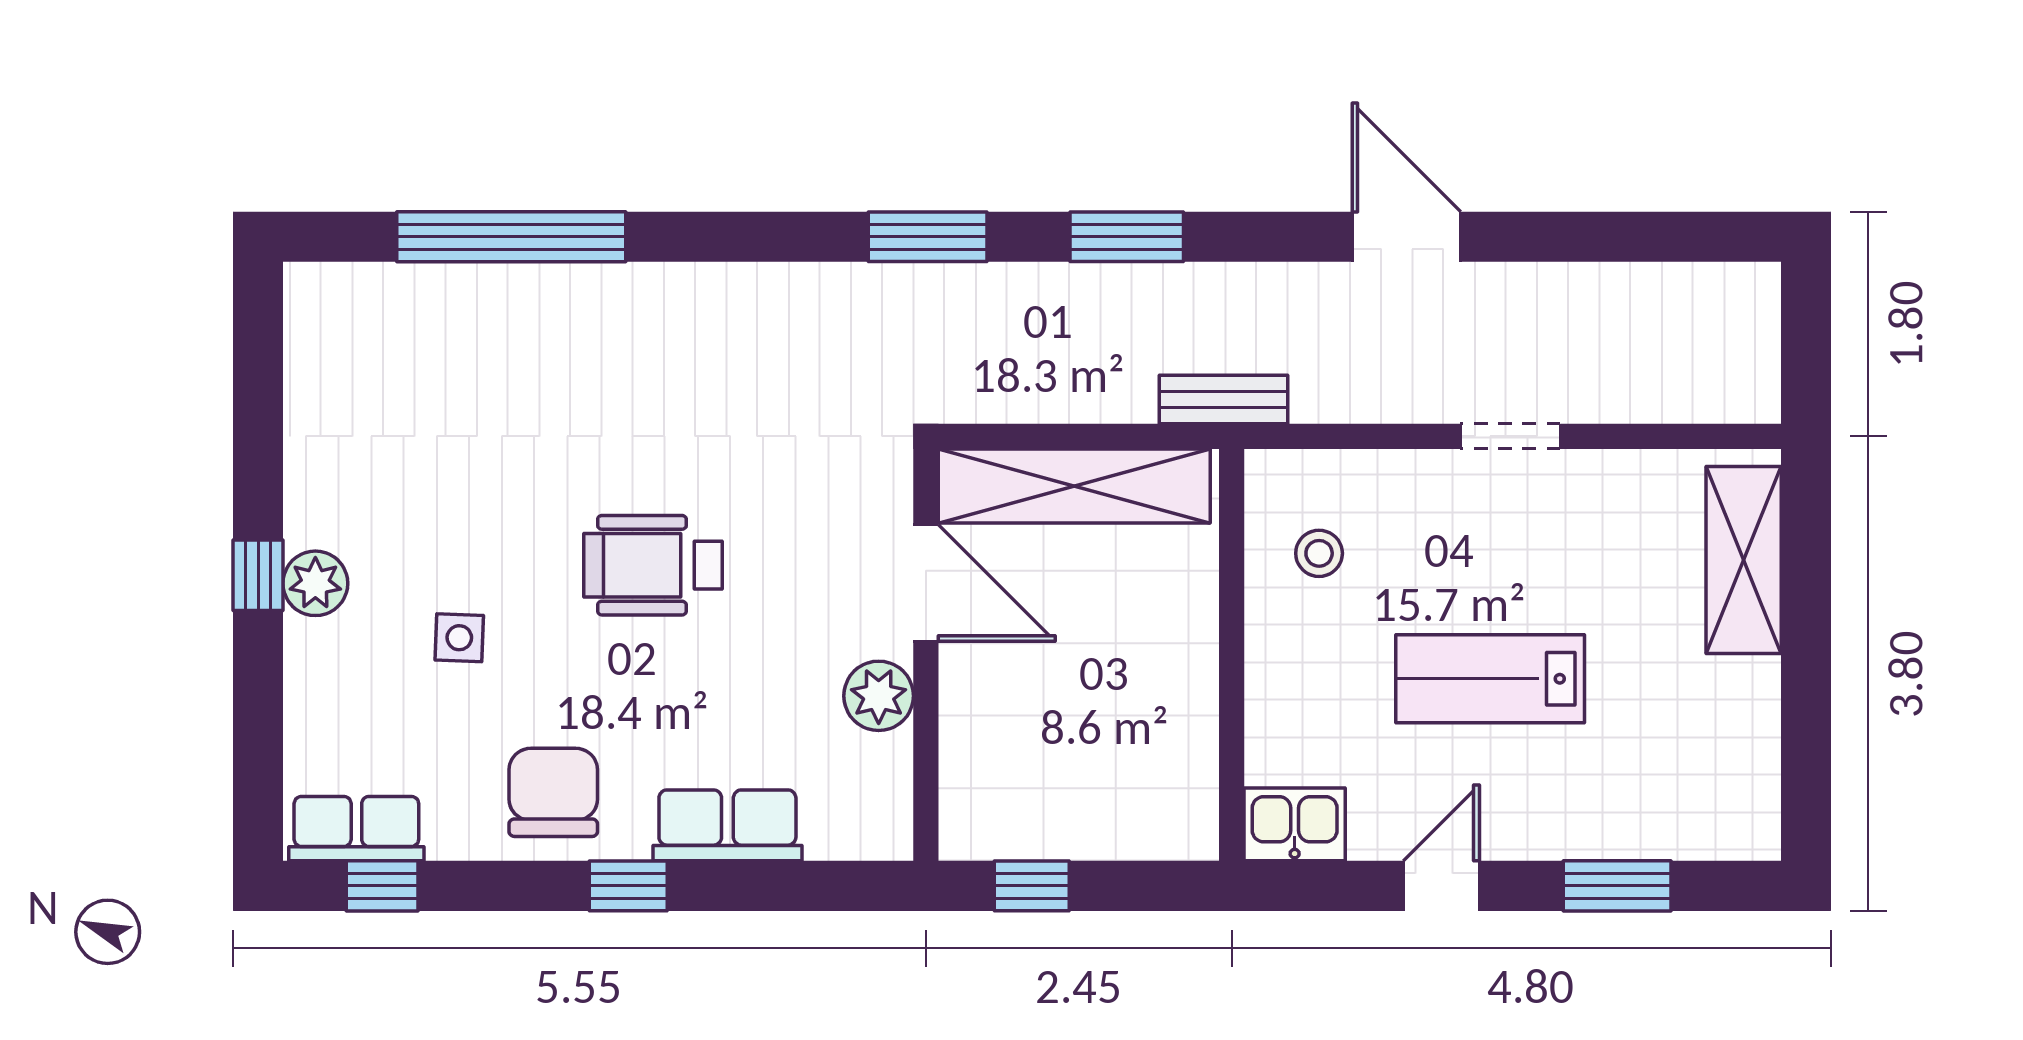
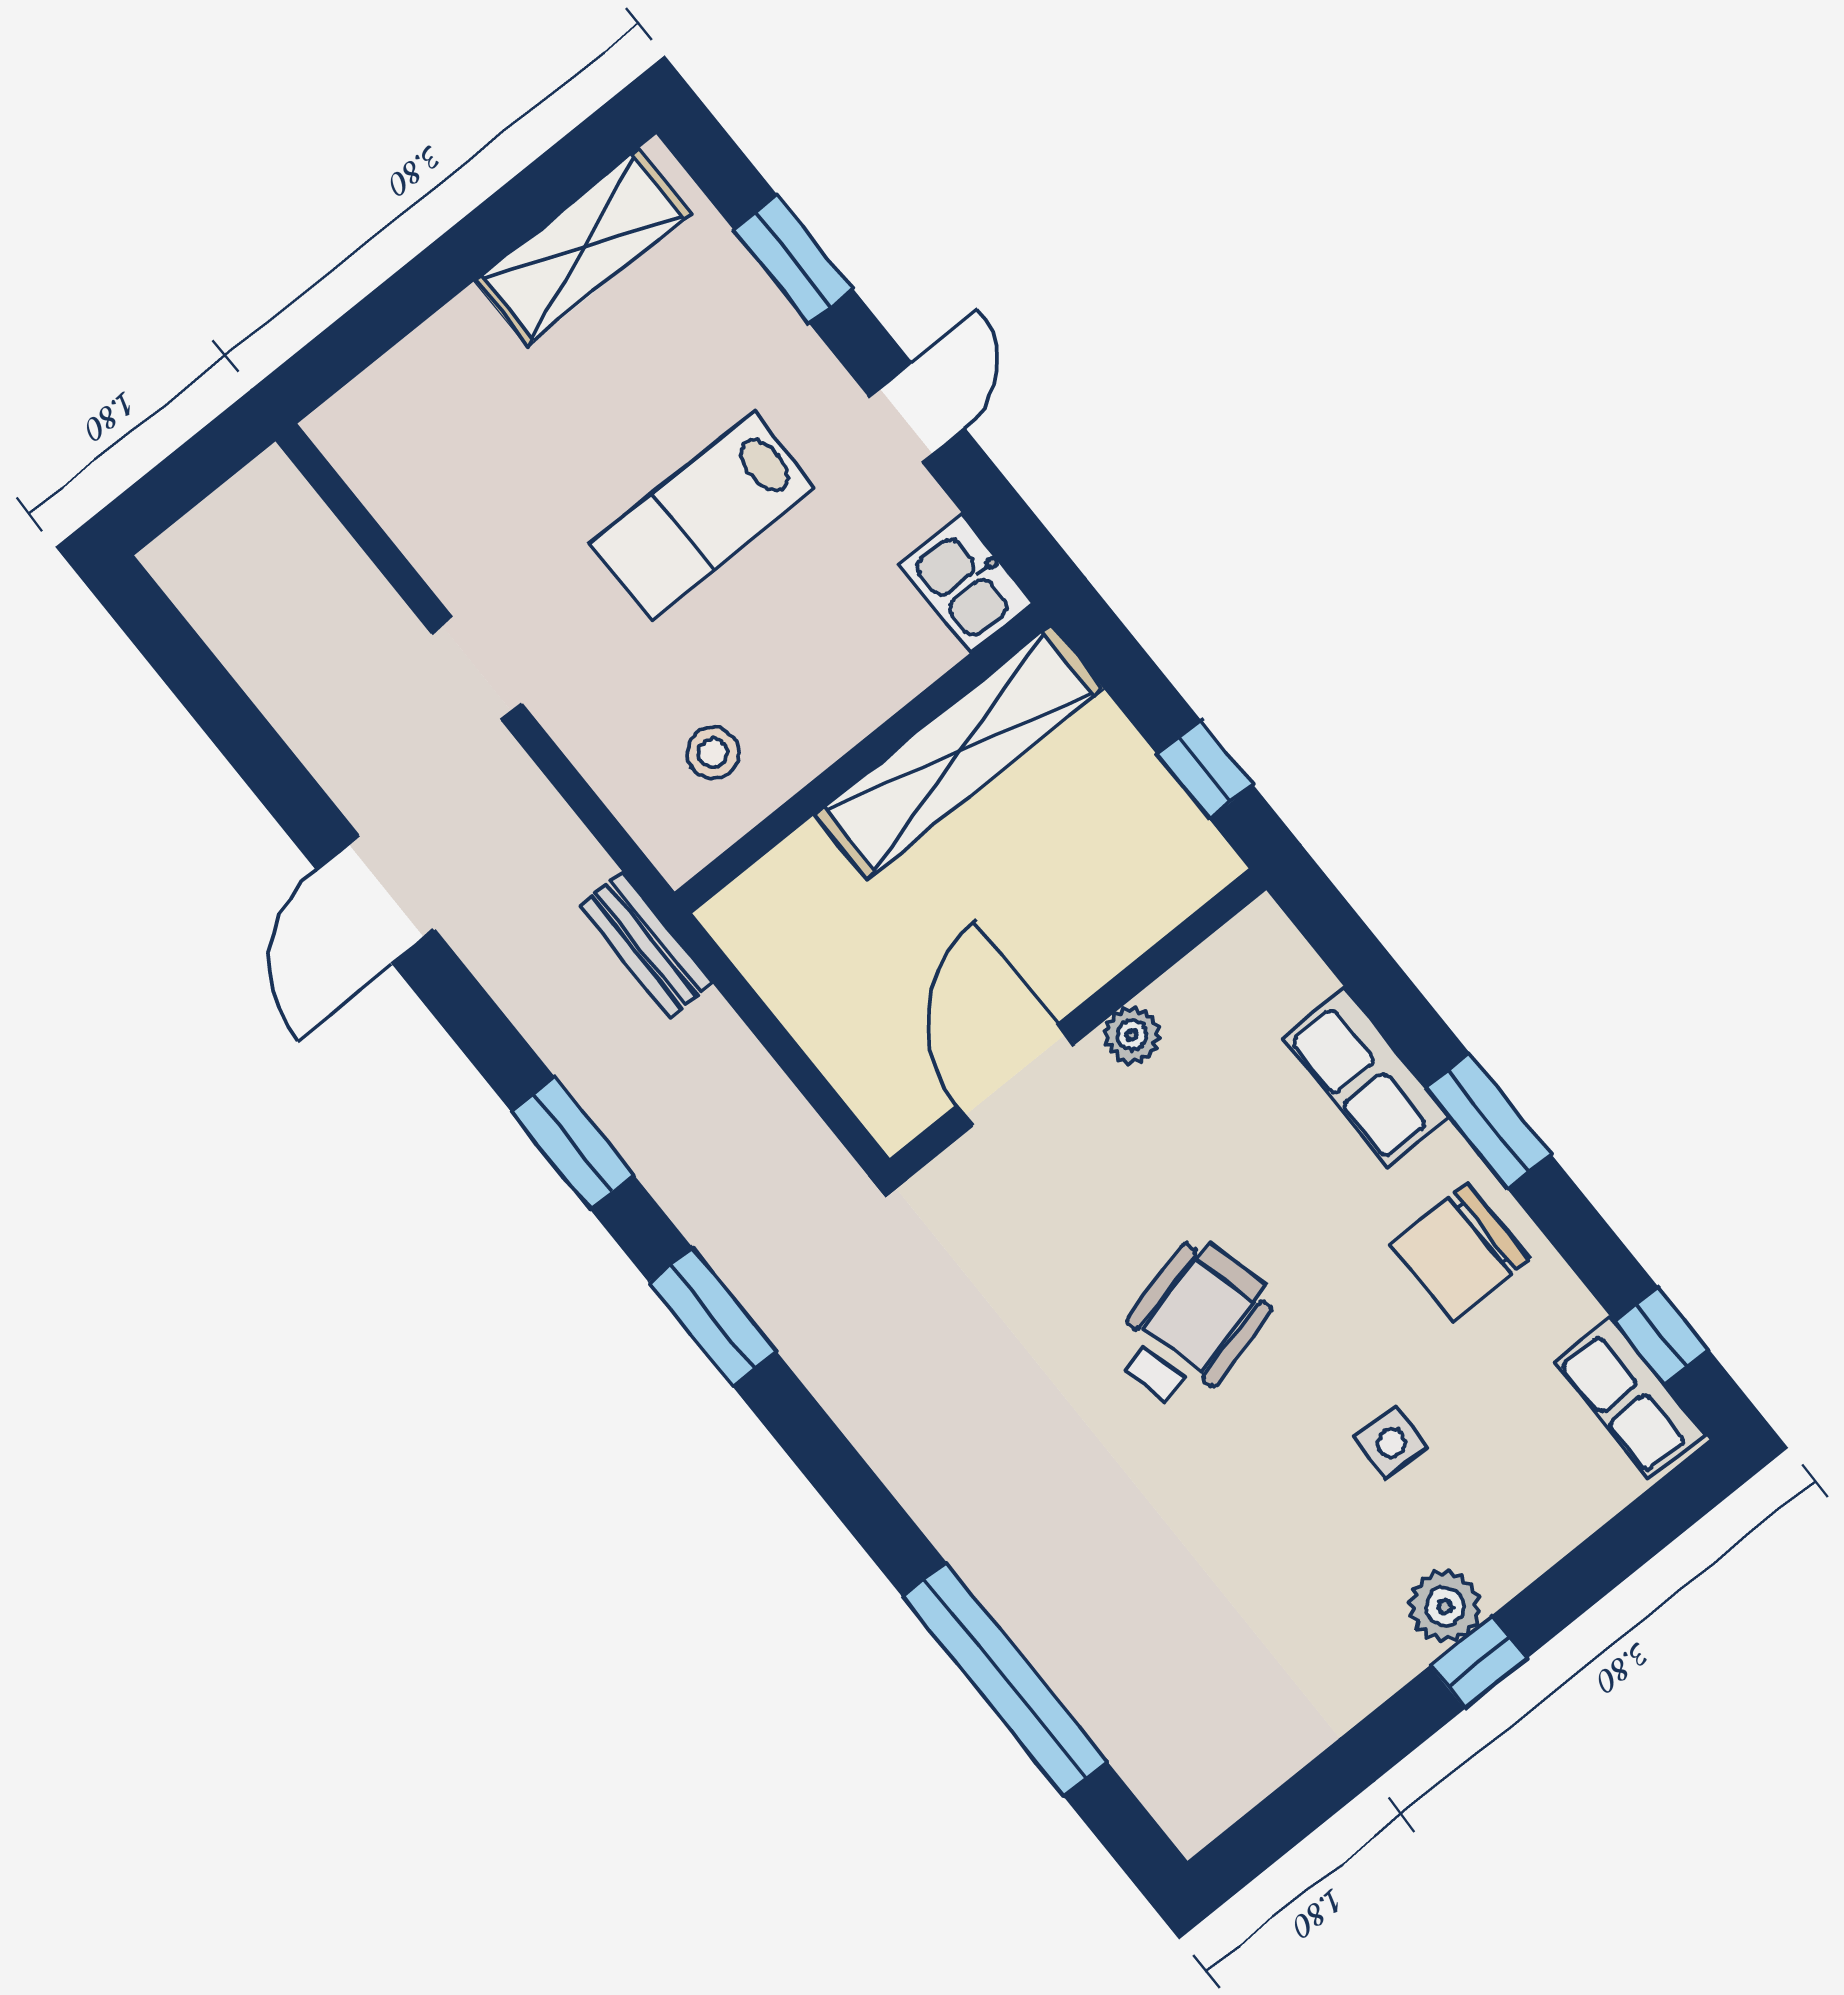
shelving: (1074, 486) -> (959, 751), moved, turned 90
shelving: (1744, 560) -> (583, 247), moved
wheelchair: (653, 565) -> (1192, 1325), turned -104
lab bench: (1490, 679) -> (702, 516), turned 90
plant: (879, 696) -> (1132, 1035), width x0.73, depth x0.73
window: (628, 886) -> (1489, 1121), width x1.50
door: (1441, 886) -> (917, 412), swing flipped

